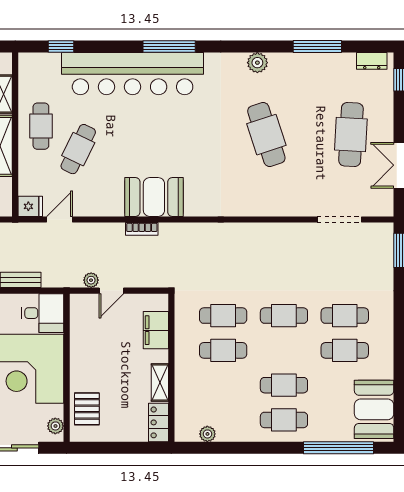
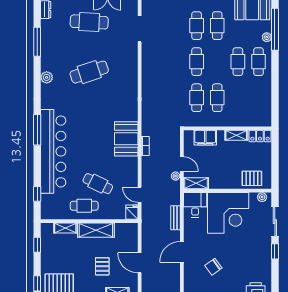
shelving: (79, 315) -> (196, 183), added
plant: (207, 434) -> (267, 37), moved

